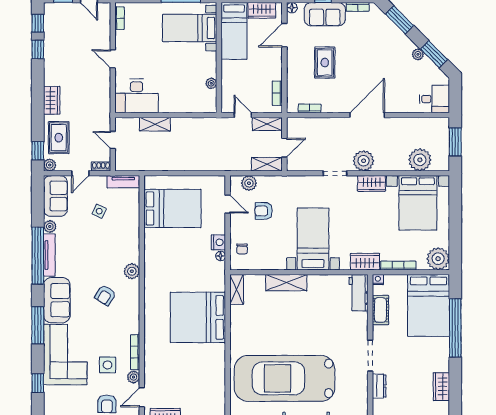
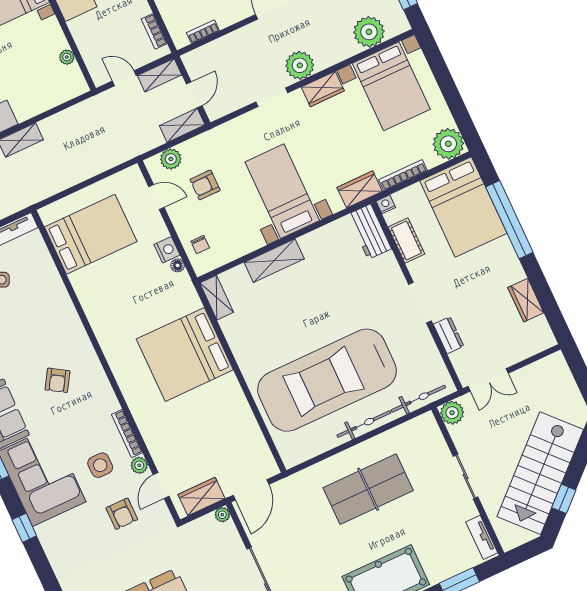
plant: (132, 271) -> (76, 335), removed

